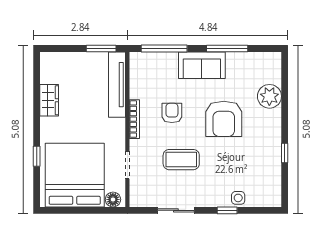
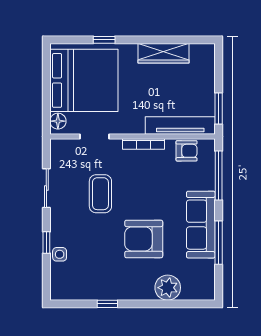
sofa: (202, 65) -> (201, 225), width x1.36
wardrobe: (49, 100) -> (164, 53), width x1.50
armchair: (172, 113) -> (187, 151), moved

